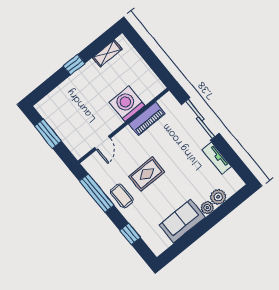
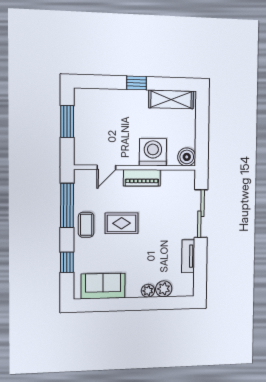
shelving: (107, 53) -> (171, 99), width x1.50, depth x1.33
boiler: (155, 86) -> (187, 157), added
piano: (147, 119) -> (142, 178), moved
sofa: (182, 221) -> (103, 286), moved

